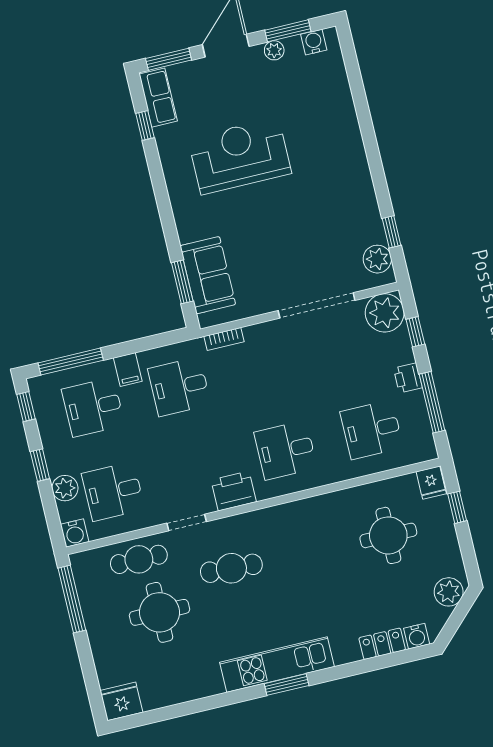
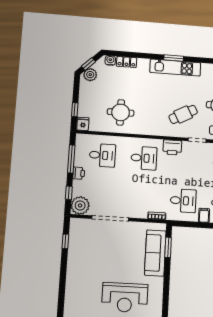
plant: (377, 259) -> (76, 231), removed
sofa: (208, 275) -> (155, 253), width x1.36
round table: (388, 535) -> (121, 112), moved
cafe table: (231, 568) -> (183, 114), turned -31
window: (459, 614) -> (89, 64), added

